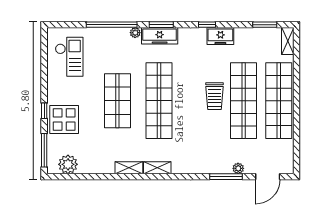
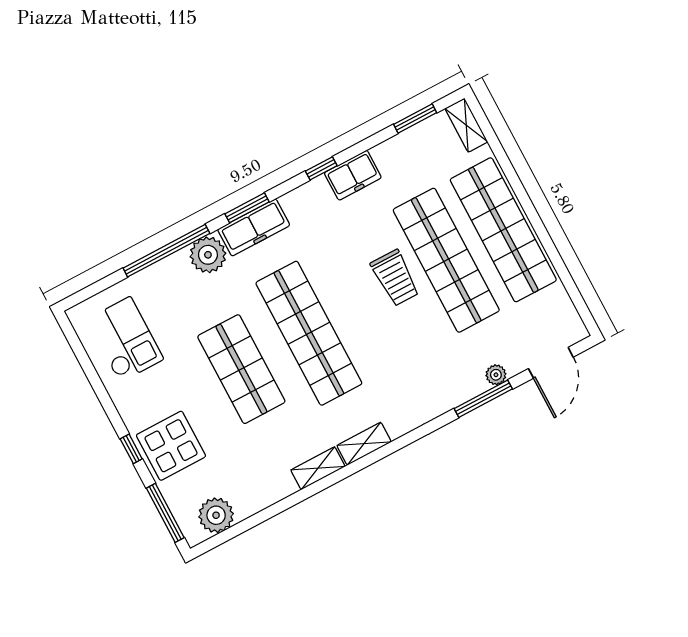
plant: (135, 33) -> (208, 255), width x1.88, depth x1.88

